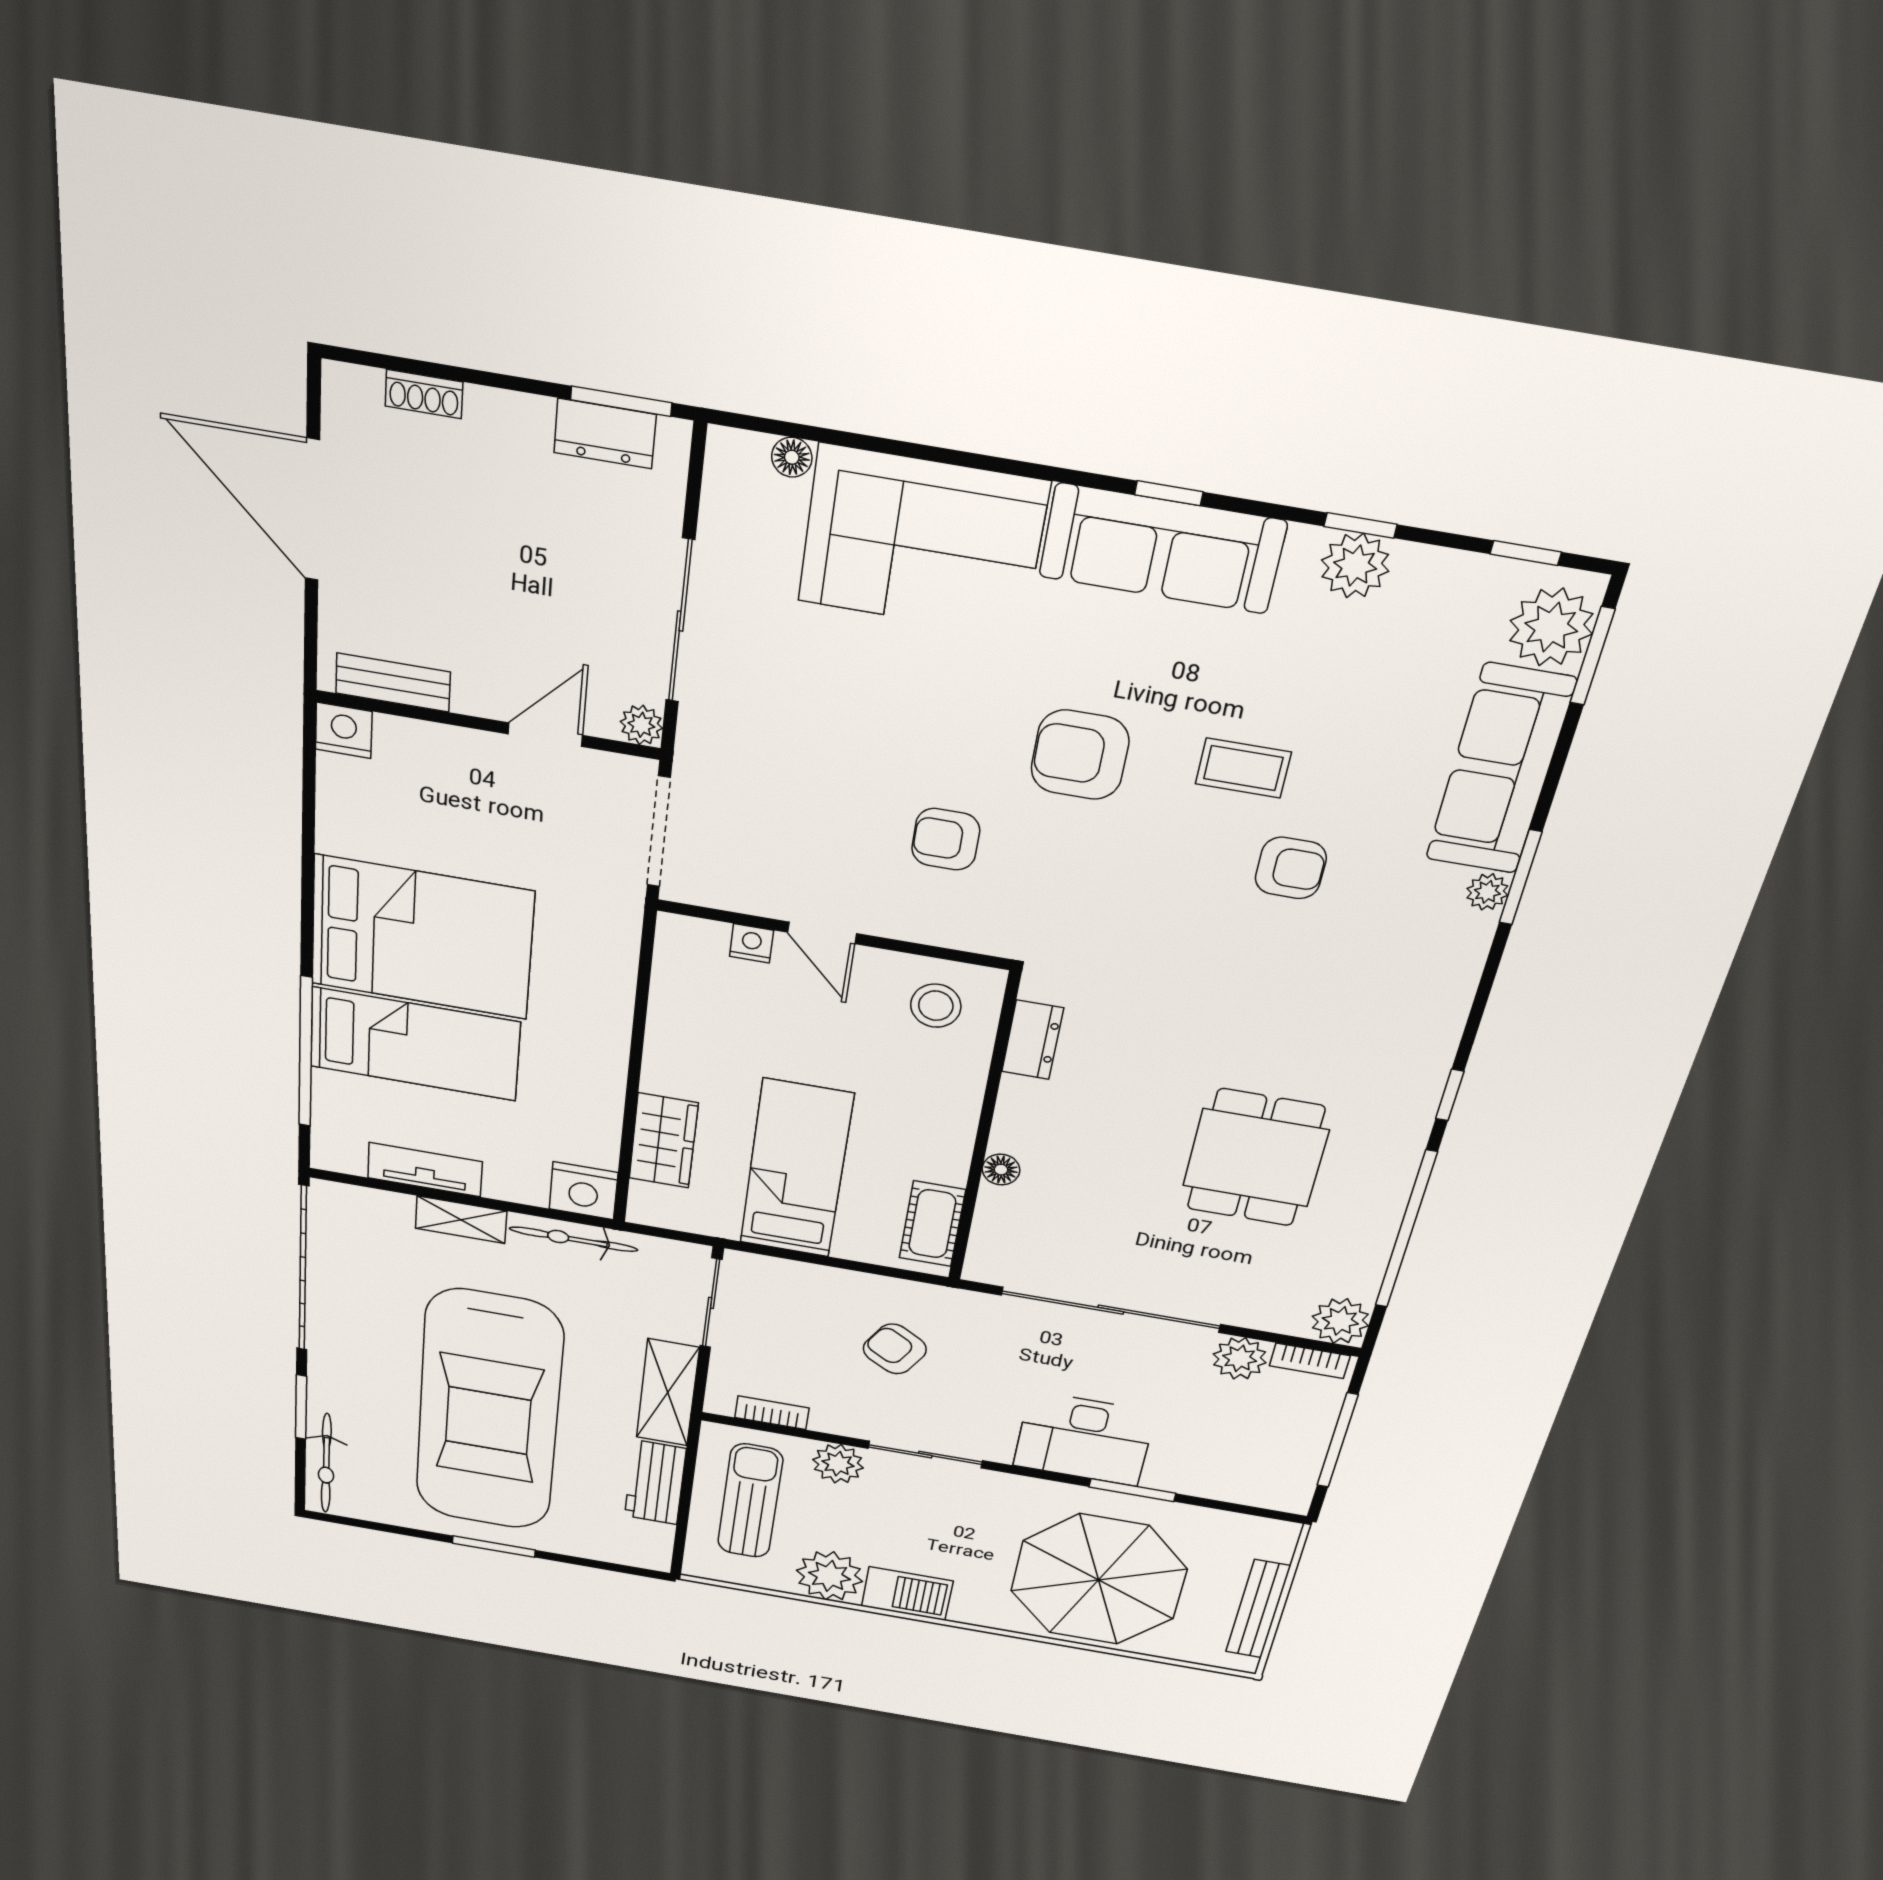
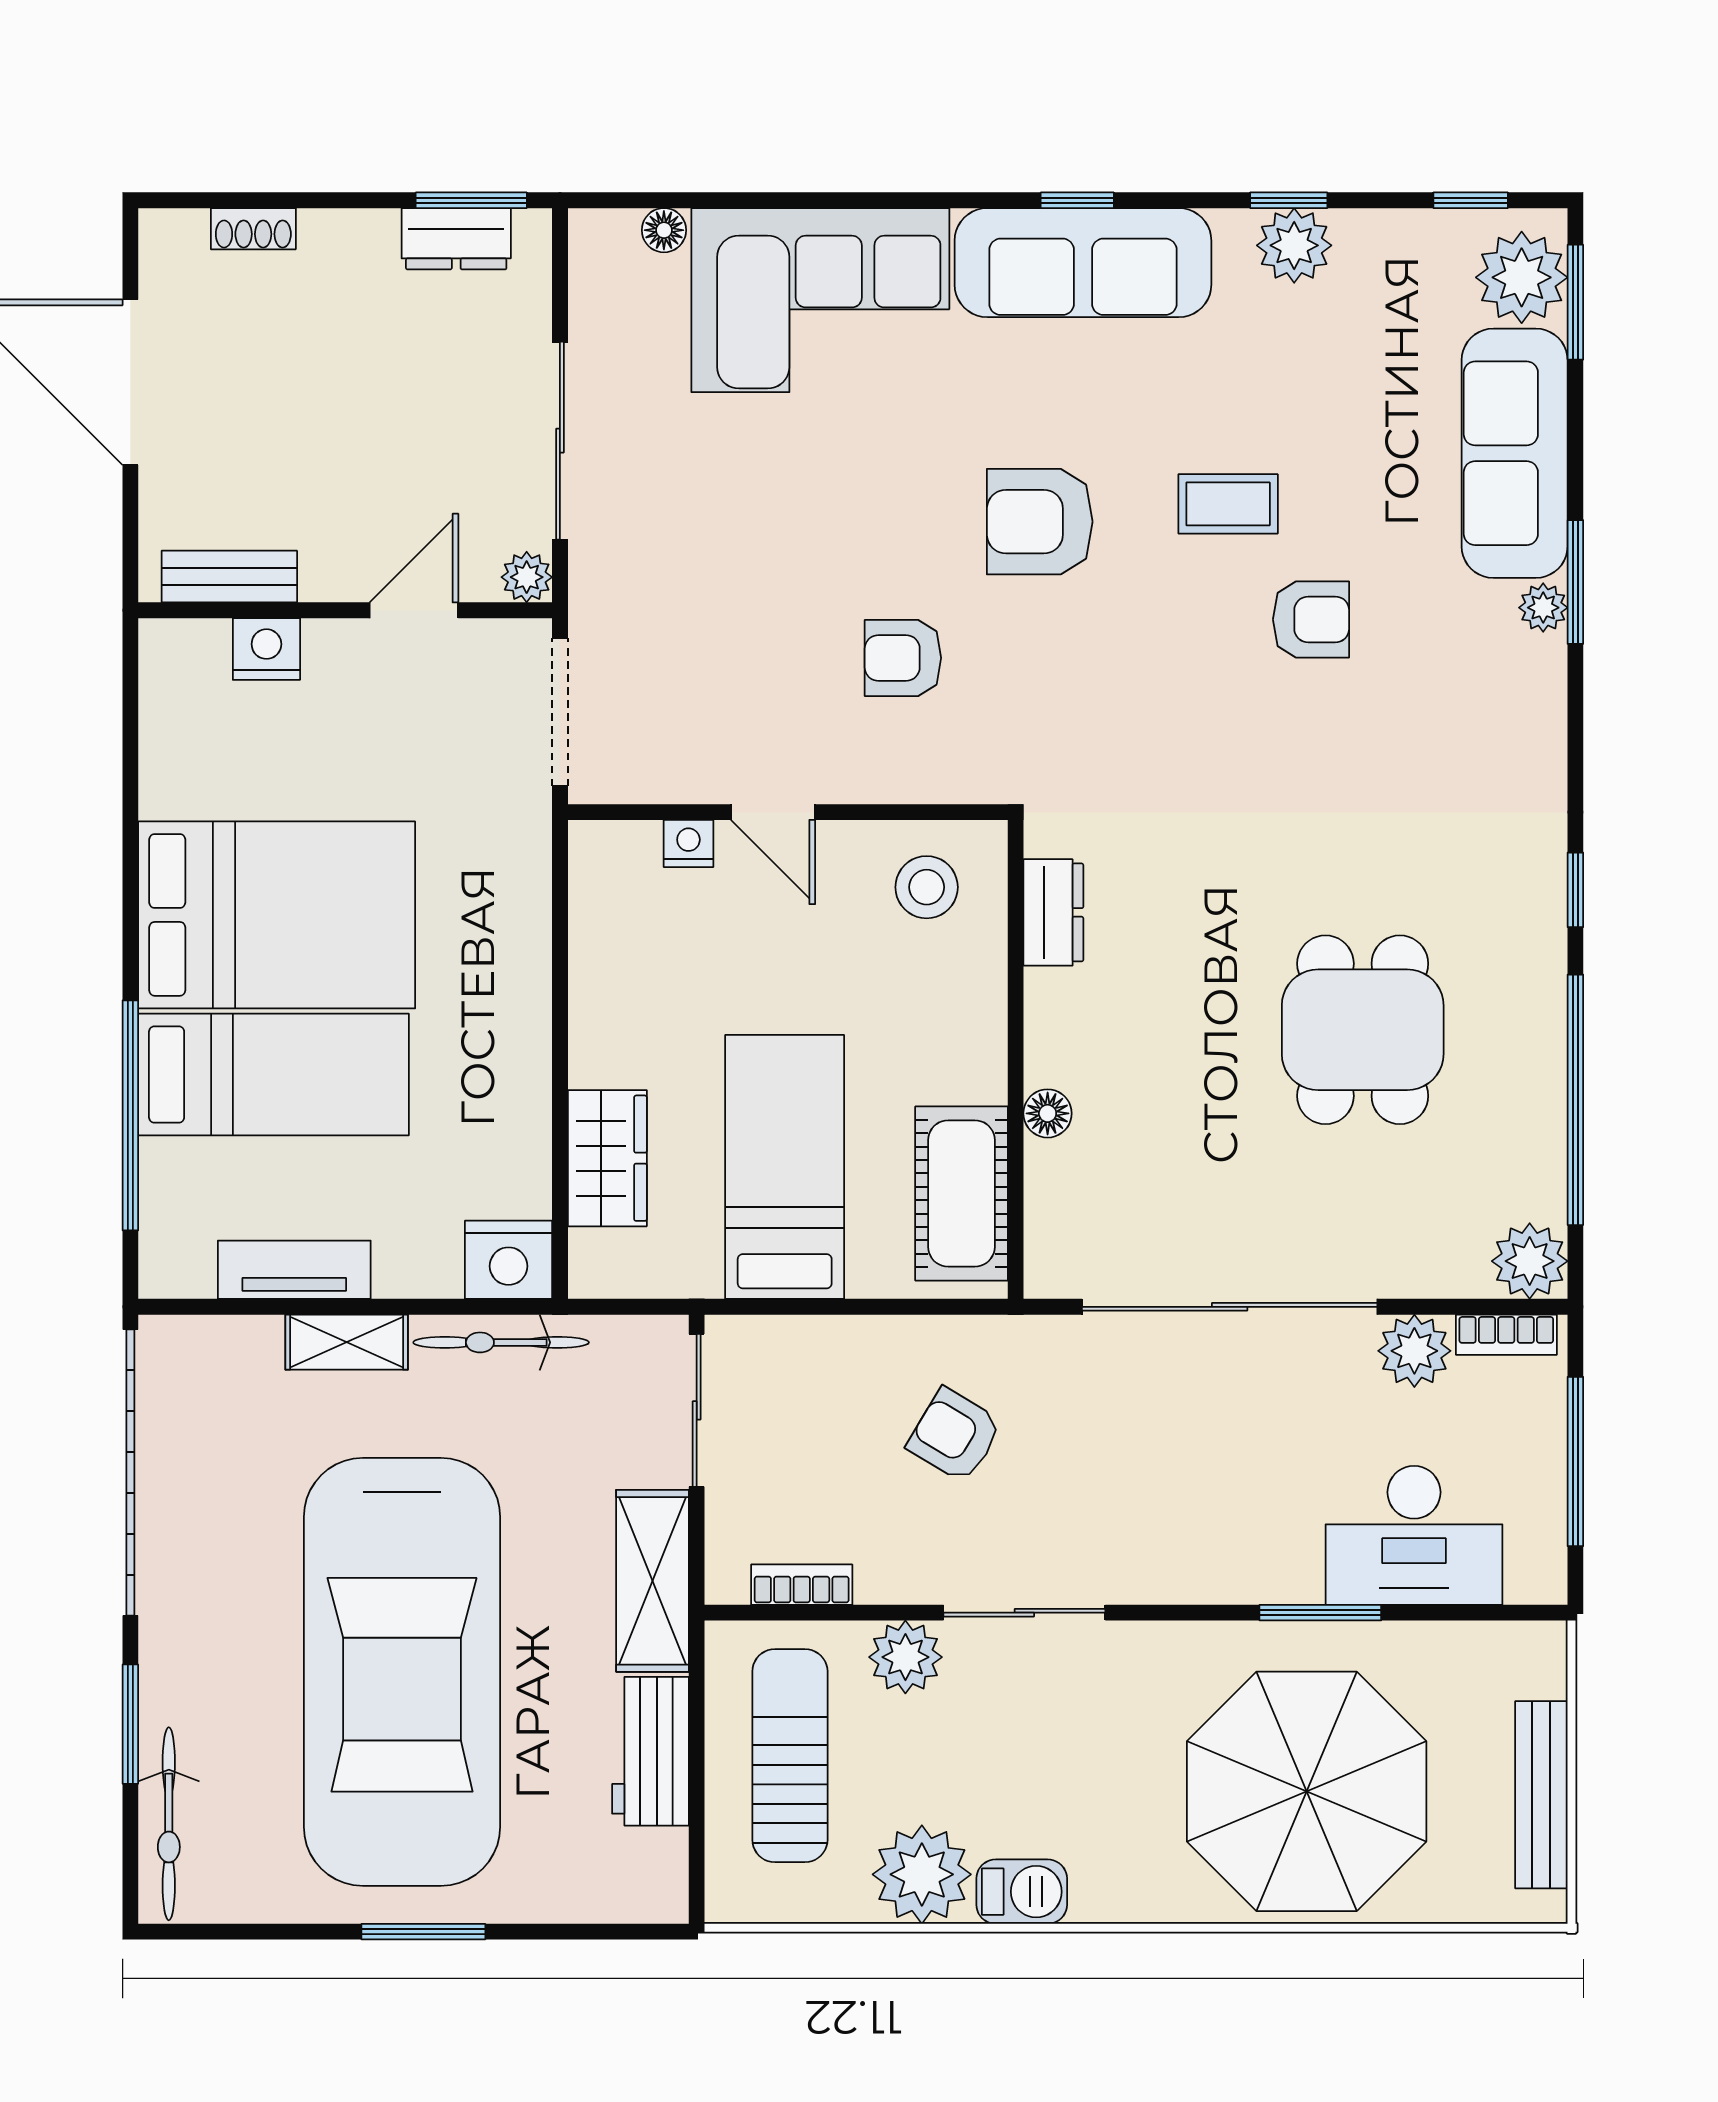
nightstand: (344, 730) -> (266, 649), moved
cot: (932, 1224) -> (961, 1193), width x1.37, depth x1.34
desk: (1084, 1439) -> (1414, 1535), moved
barbecue: (907, 1594) -> (1022, 1892), width x0.73, depth x0.79

